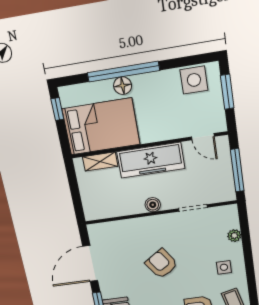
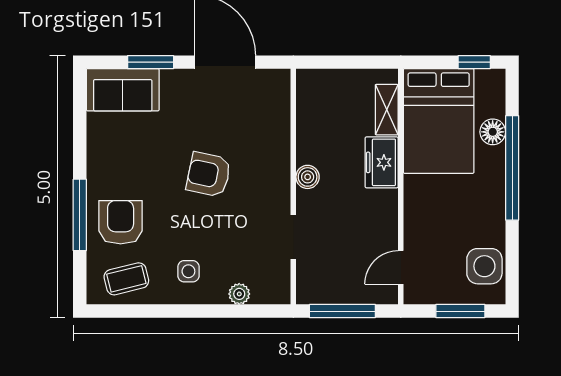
floor lamp: (123, 86) -> (493, 132), moved
freezer: (151, 160) -> (382, 162), width x0.52, depth x0.79
armchair: (161, 264) -> (209, 175), turned -134

